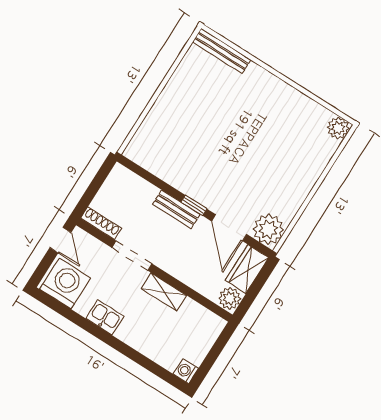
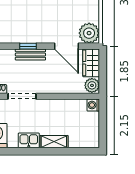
window: (194, 205) -> (28, 46), moved
shelving: (164, 292) -> (54, 142), moved
washing machine: (186, 371) -> (93, 105), moved

